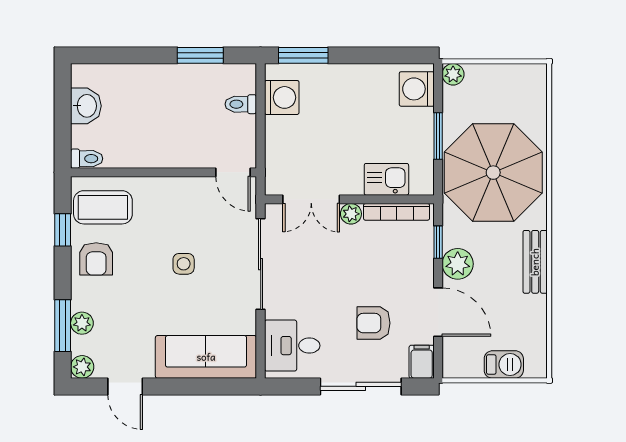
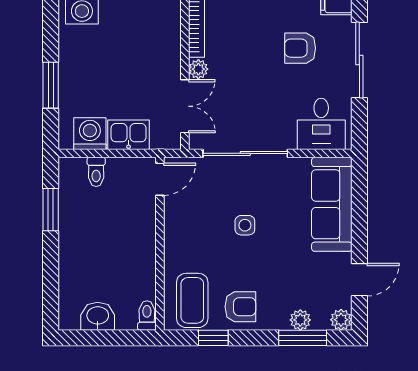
window: (303, 55) -> (51, 85), moved
kitchen sink: (386, 179) -> (129, 135), moved, turned 90
armchair: (374, 323) -> (300, 48), turned 90

